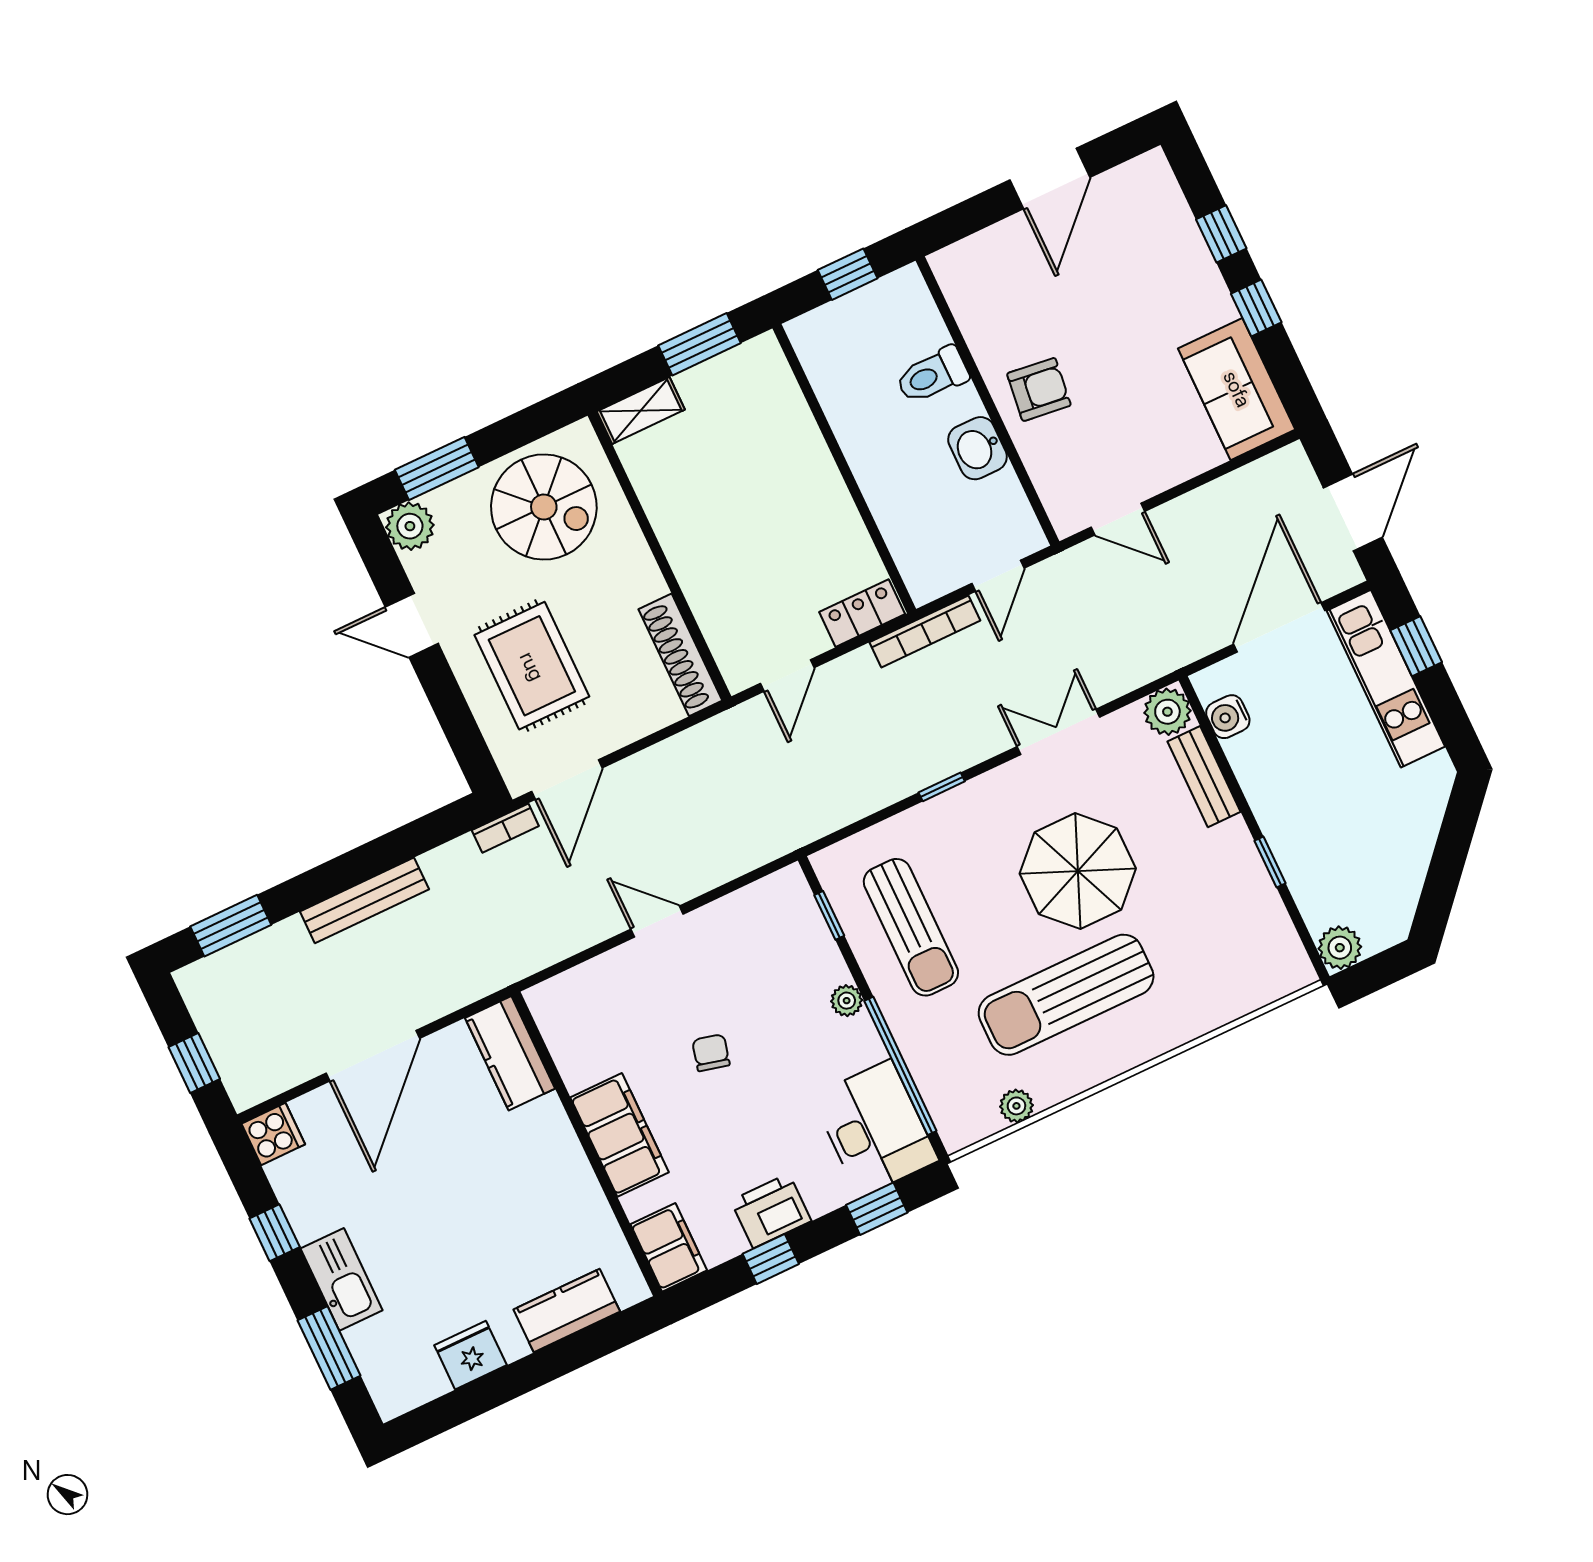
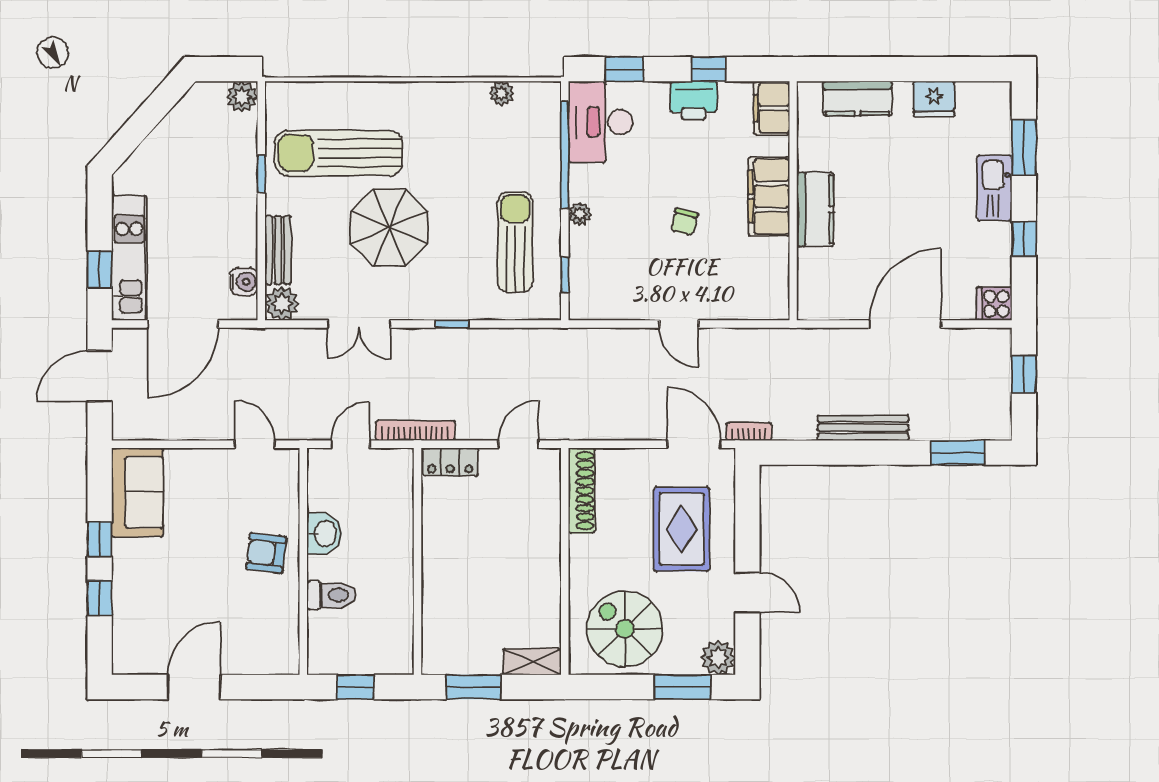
door: (567, 780) -> (694, 444), hinge flipped
sun lounger: (1066, 995) -> (339, 153), moved, turned 180
kitchen counter: (510, 1053) -> (815, 209), moved

